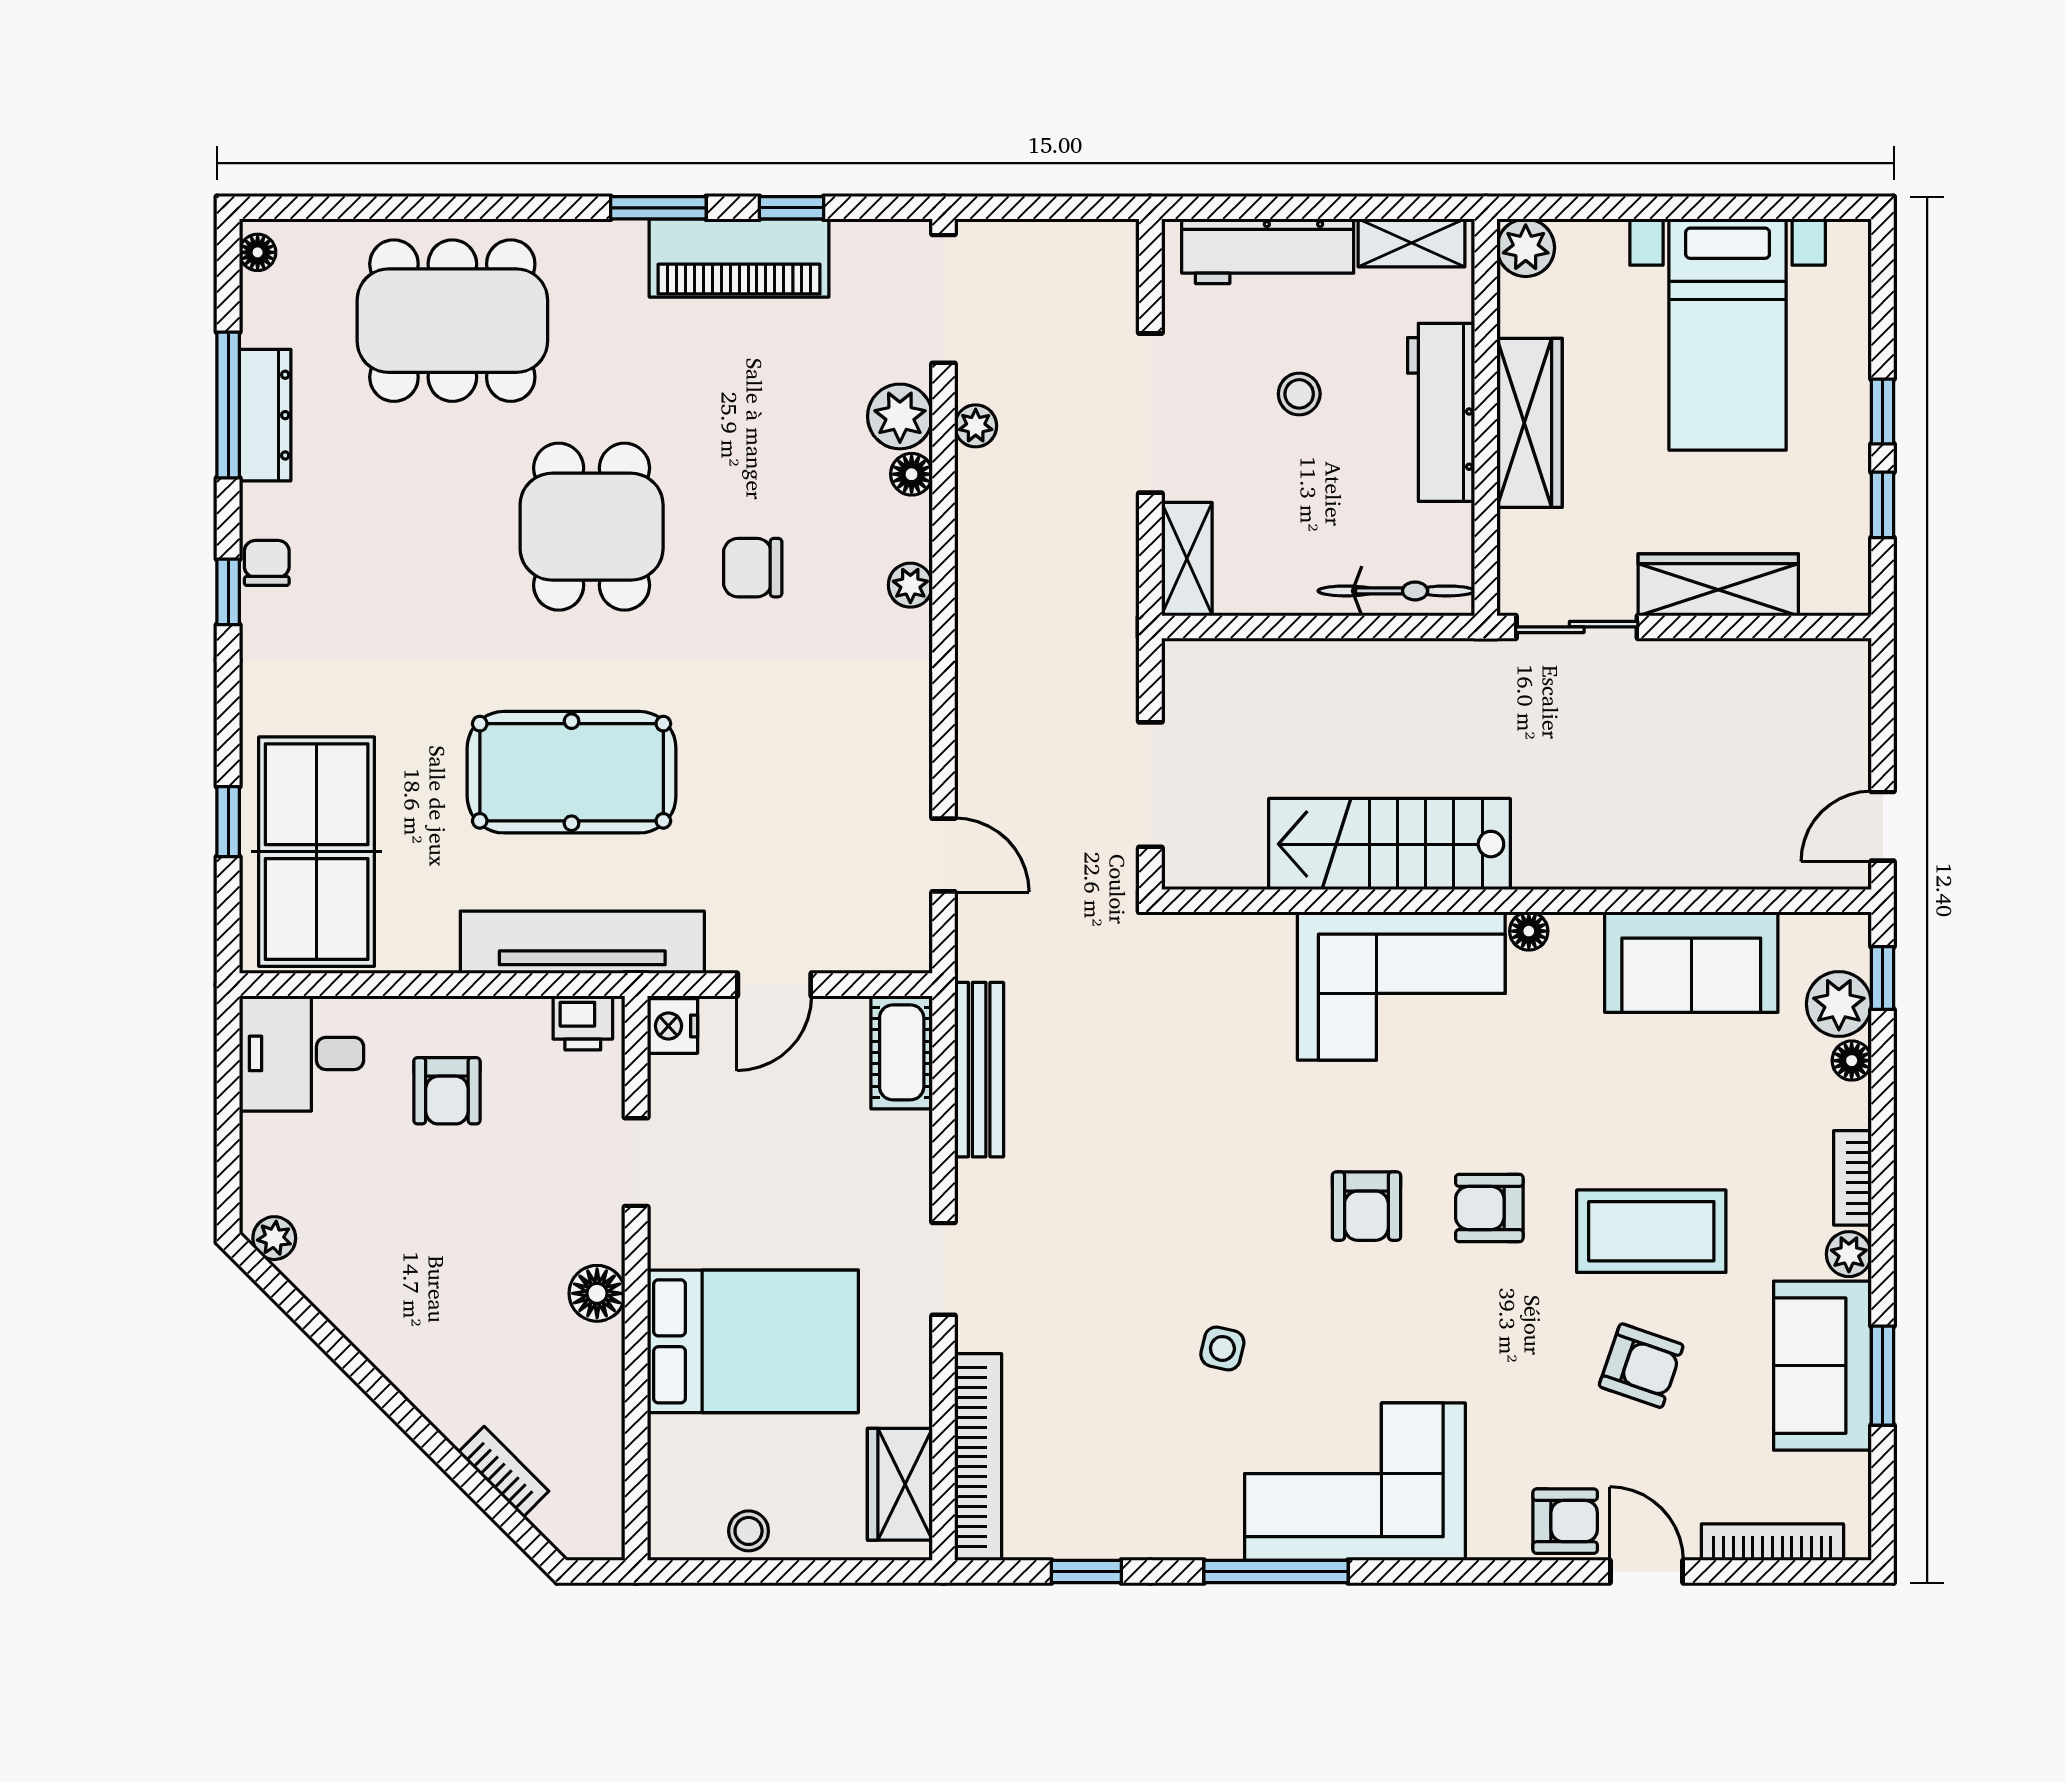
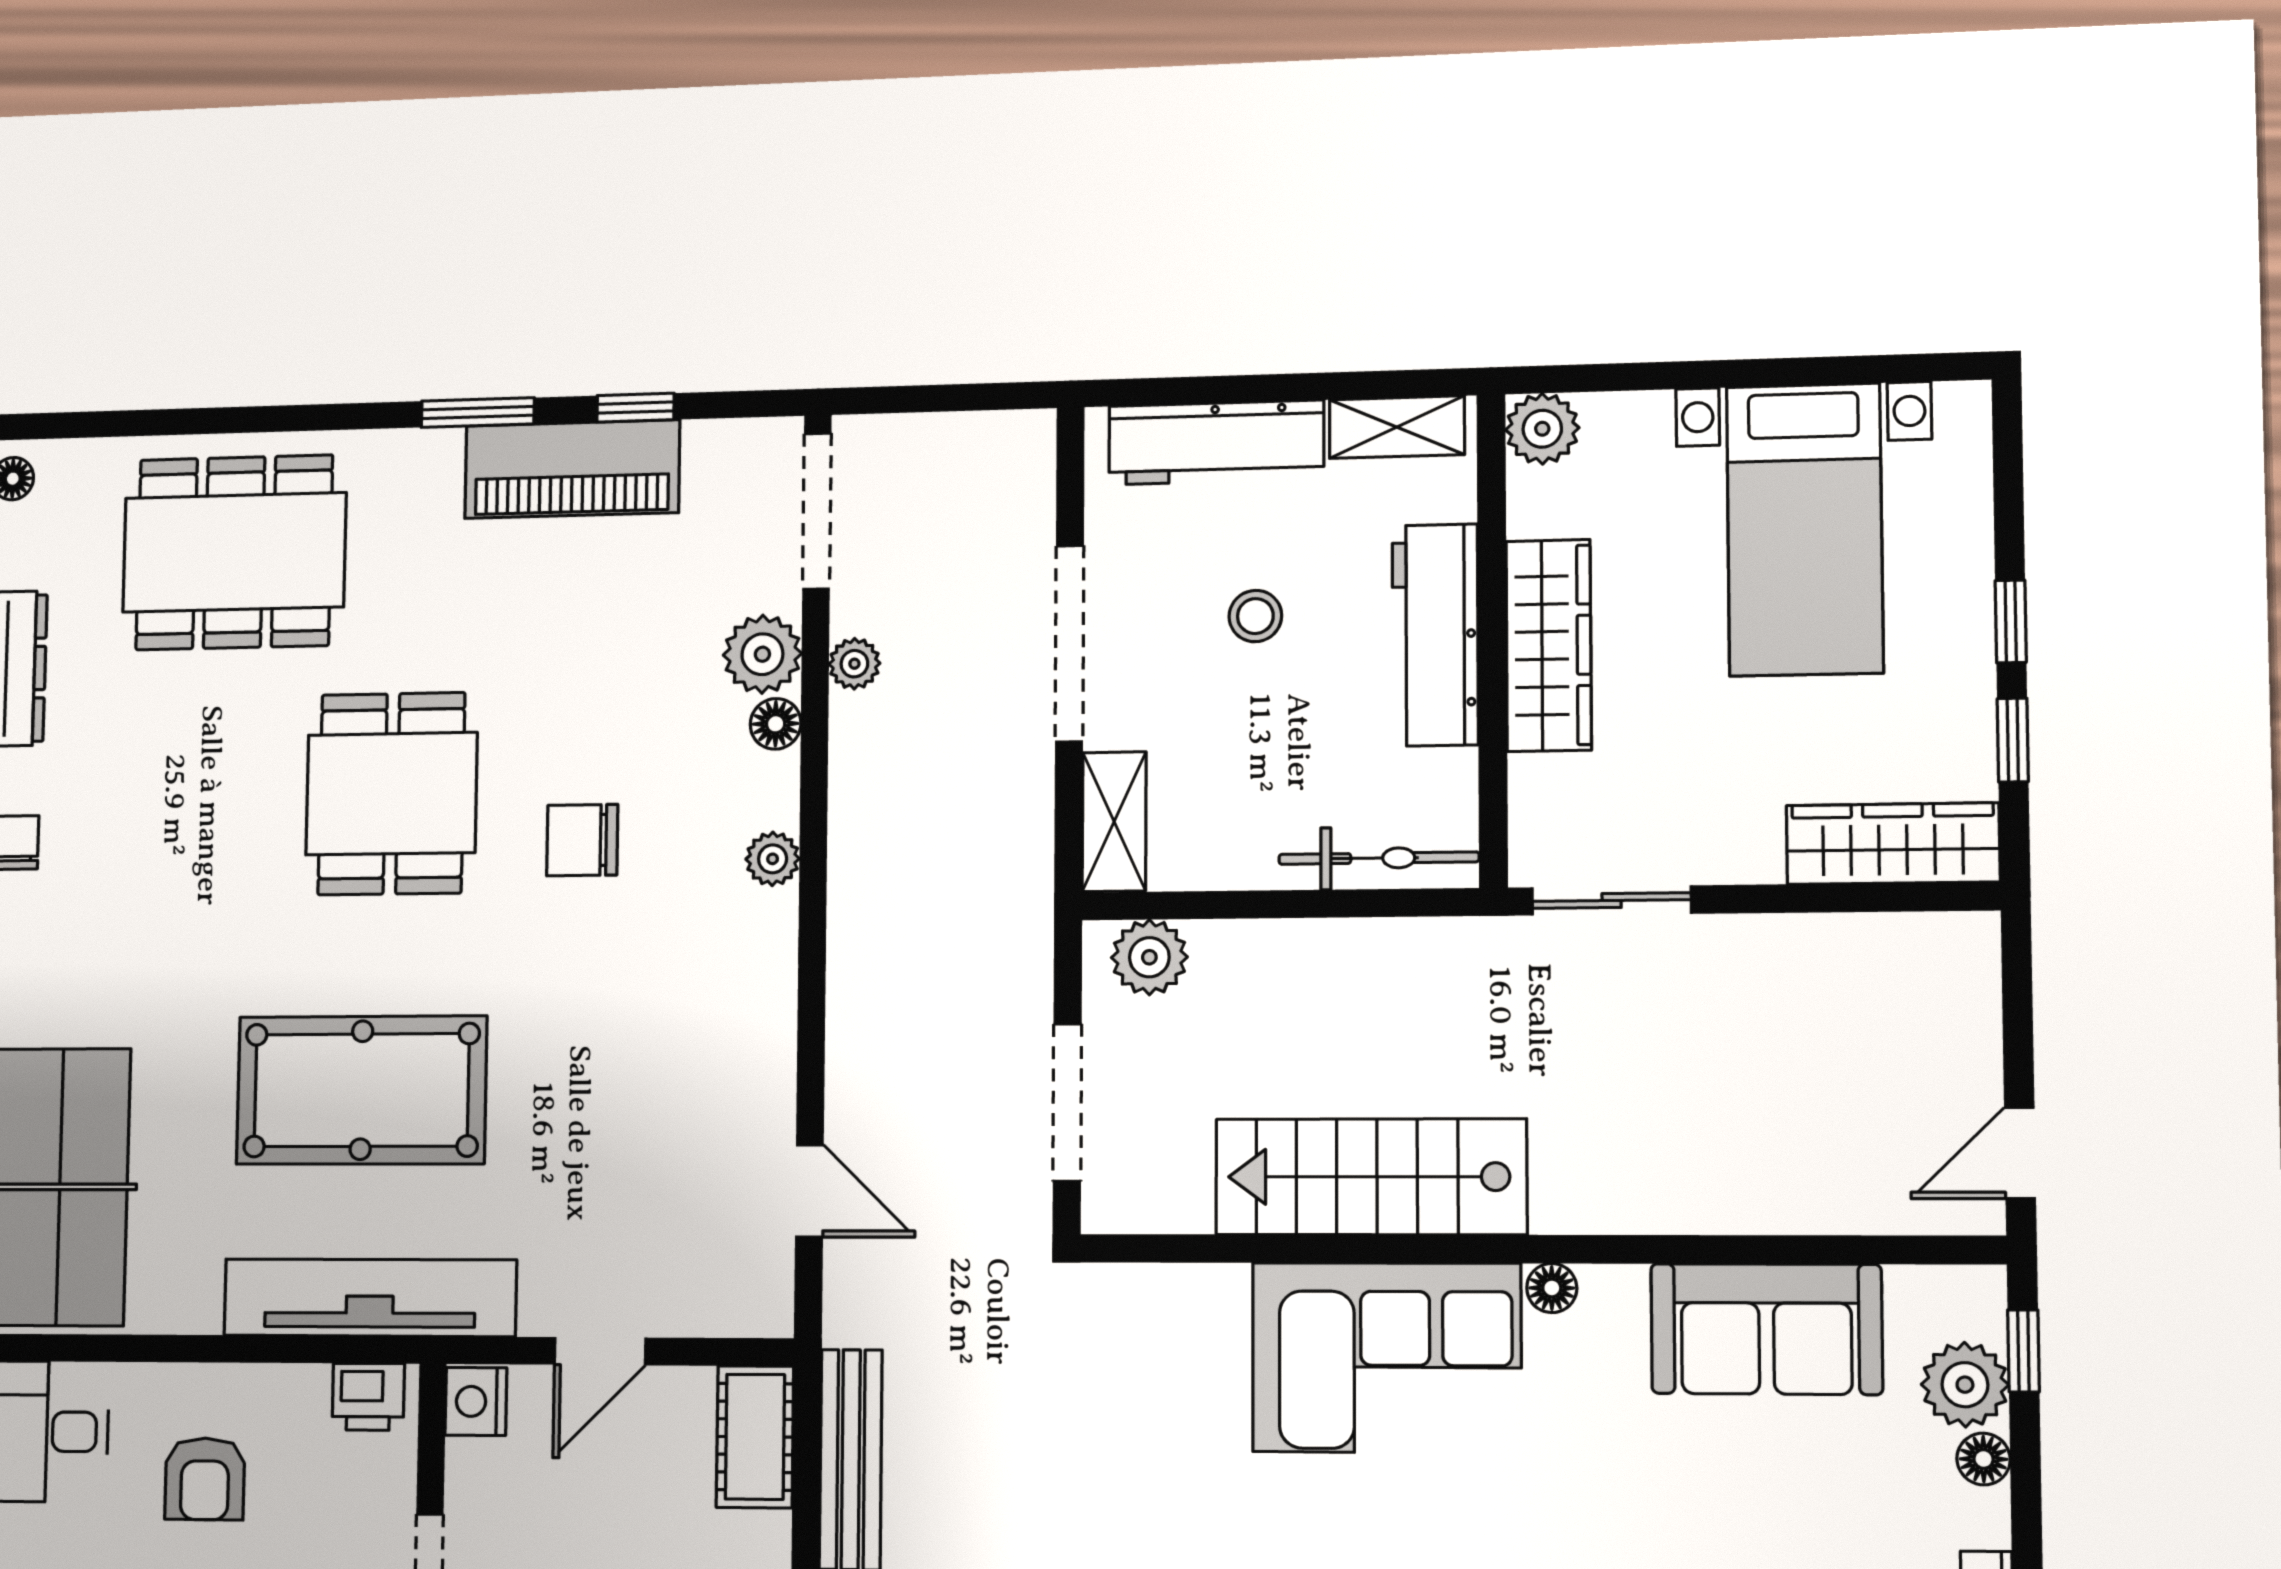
wardrobe: (1718, 585) -> (1893, 844), moved
plant: (1215, 668) -> (1149, 957), added

